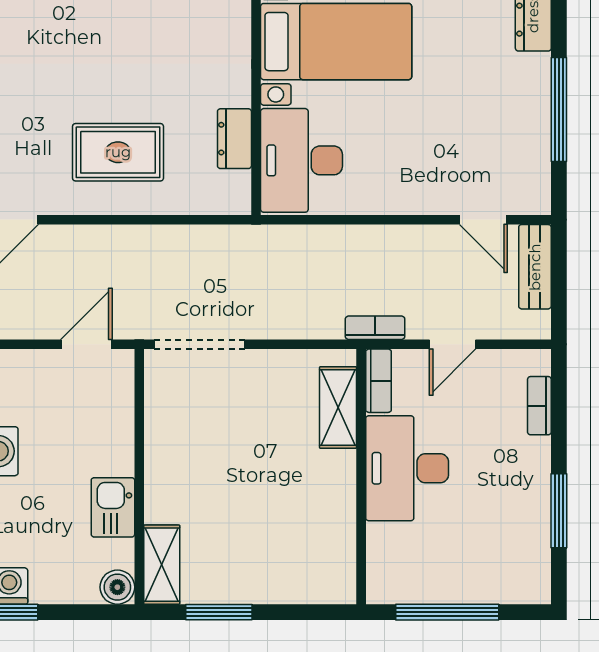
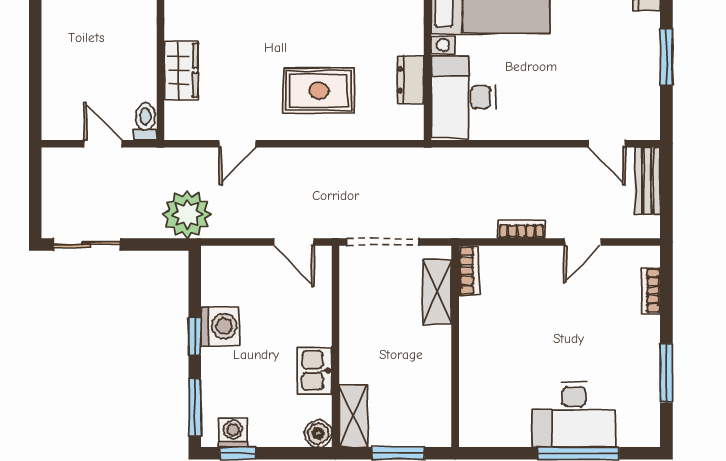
window: (559, 110) -> (666, 57), width x0.69
door: (86, 344) -> (294, 242), swing flipped
bookcase: (379, 381) -> (469, 271), moved
shelving: (338, 407) -> (437, 292), moved
desk: (407, 468) -> (574, 414), moved, turned -90
wall: (361, 477) -> (455, 346), moved

